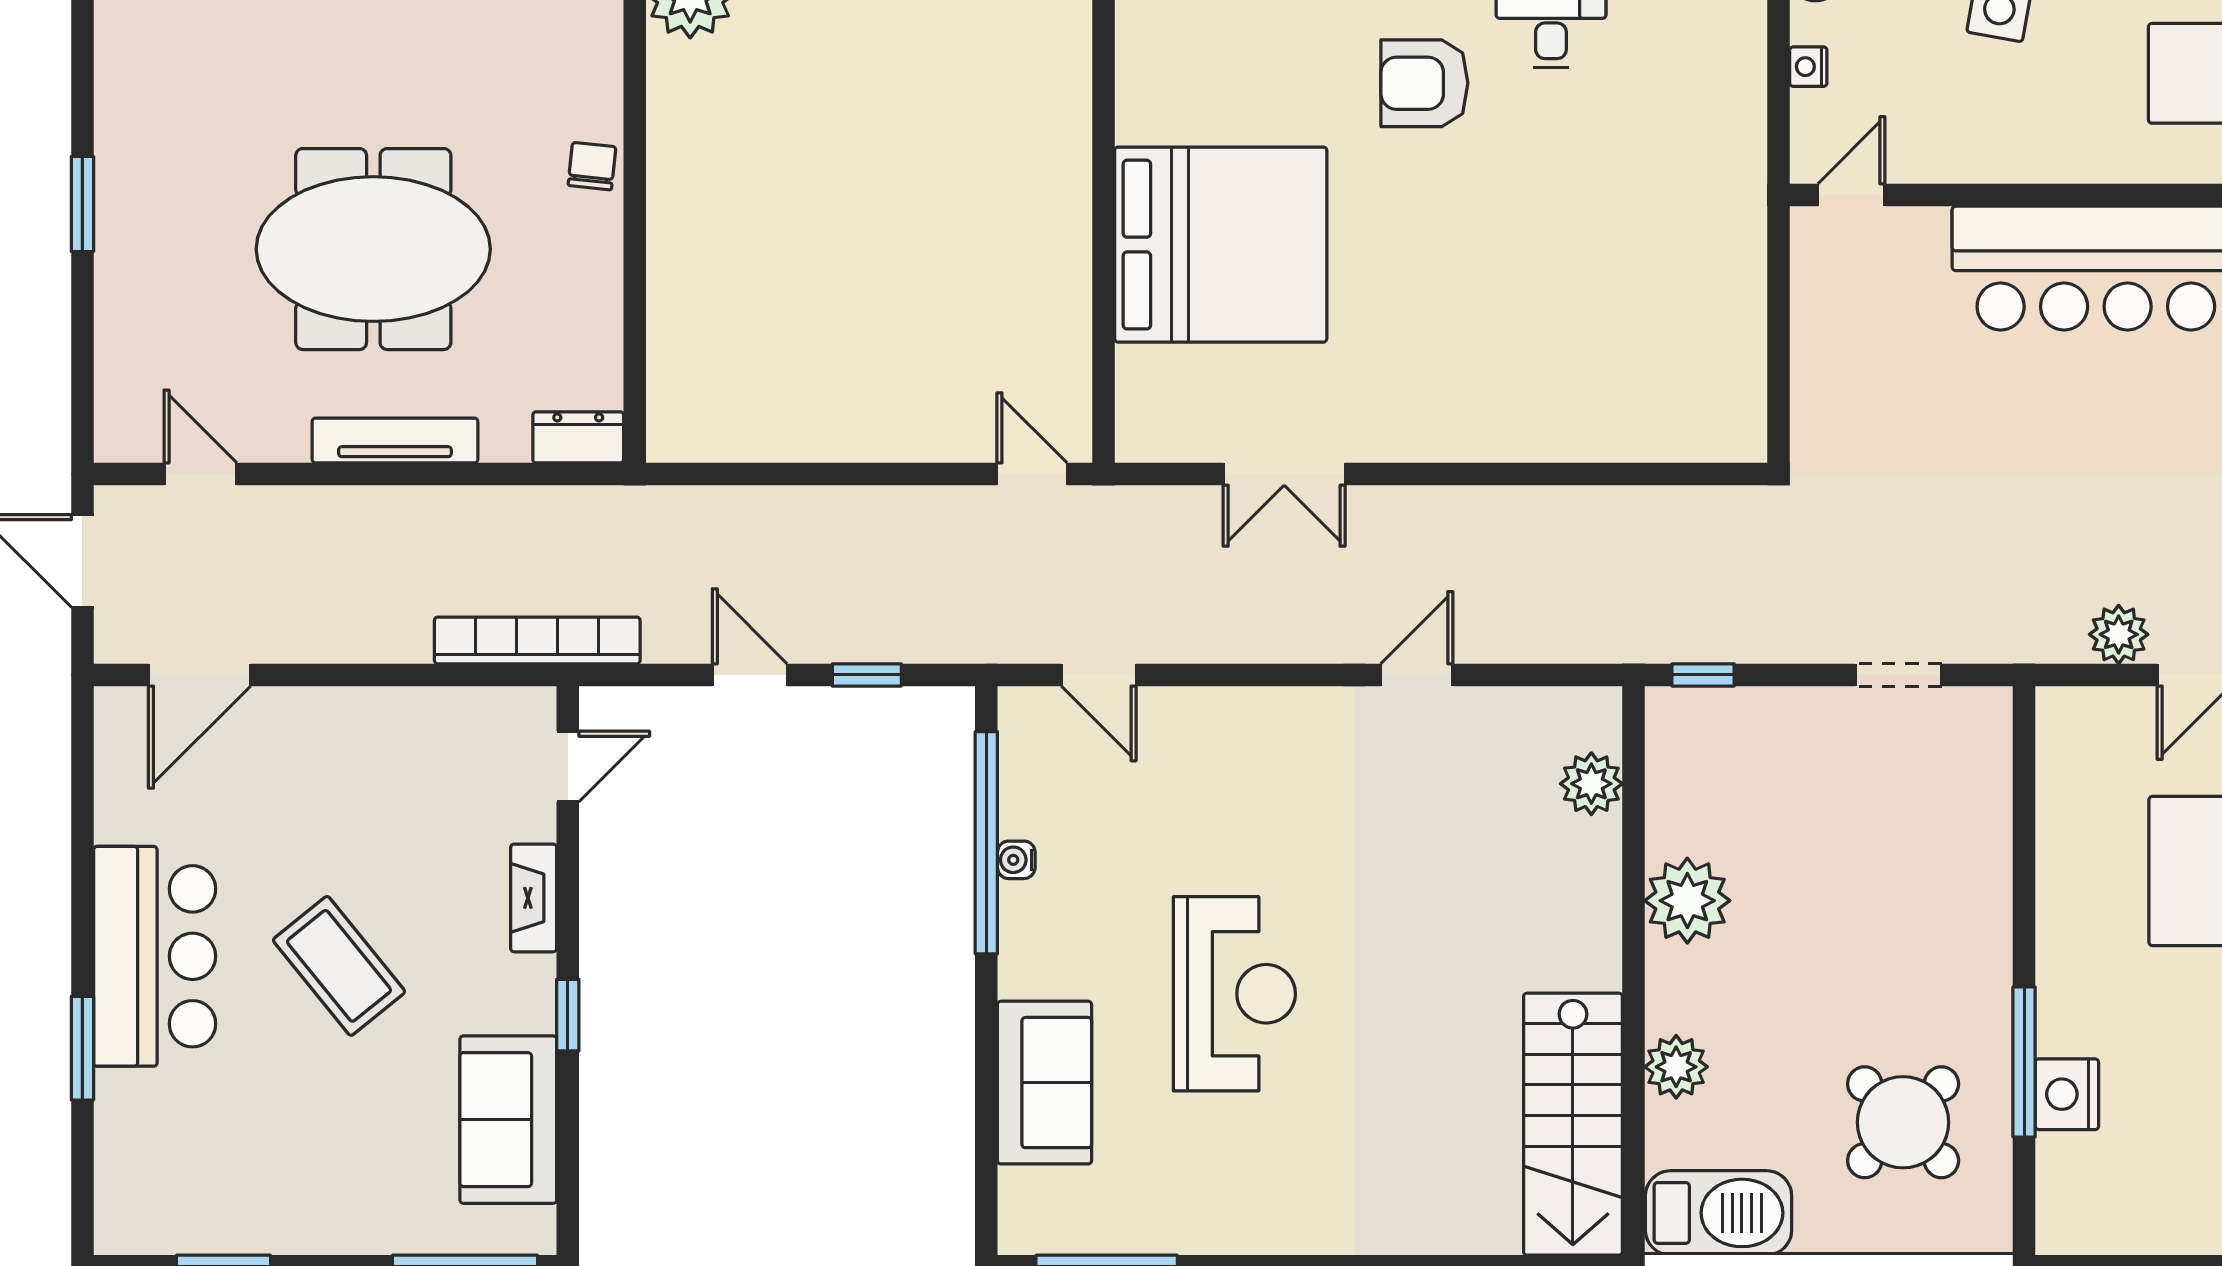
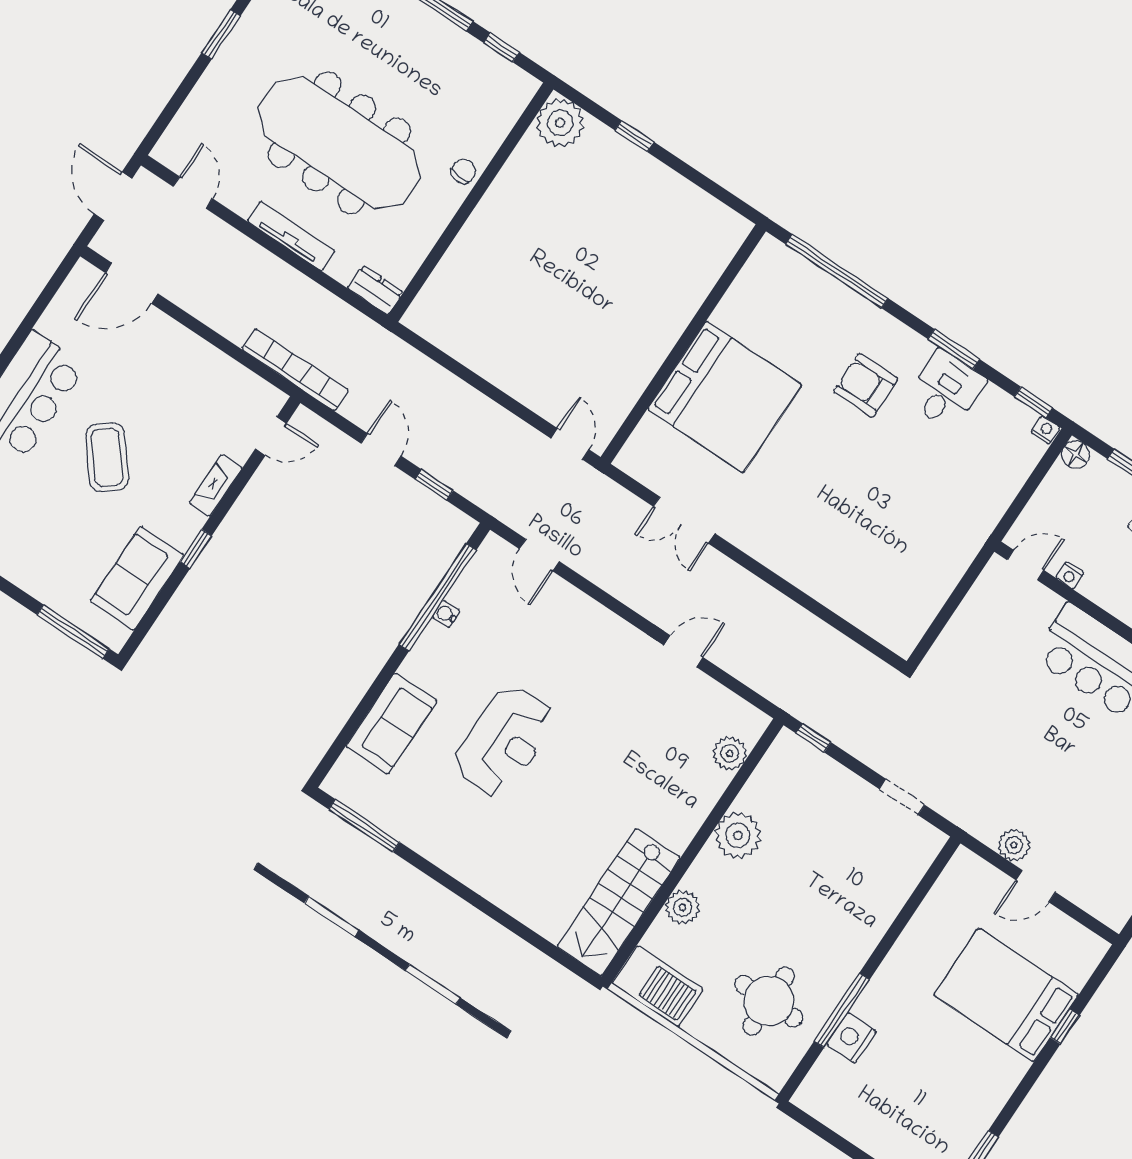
nightstand: (1808, 67) -> (1070, 575), moved, turned -90
meeting table: (373, 249) -> (339, 143), width x1.36
round table: (1903, 1122) -> (769, 1001), turned 45

